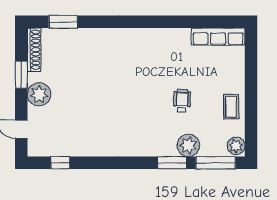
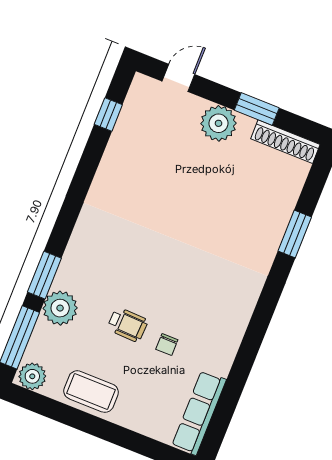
window: (63, 22) -> (295, 234), moved
chair: (185, 72) -> (167, 345), added
coffee table: (231, 107) -> (91, 392), width x1.36, depth x1.30

